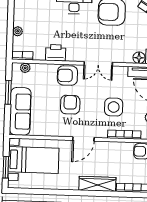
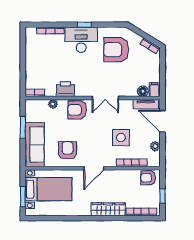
plant: (18, 31) -> (30, 71), removed
plant: (25, 68) -> (53, 104), moved
armchair: (70, 105) -> (67, 150), moved

